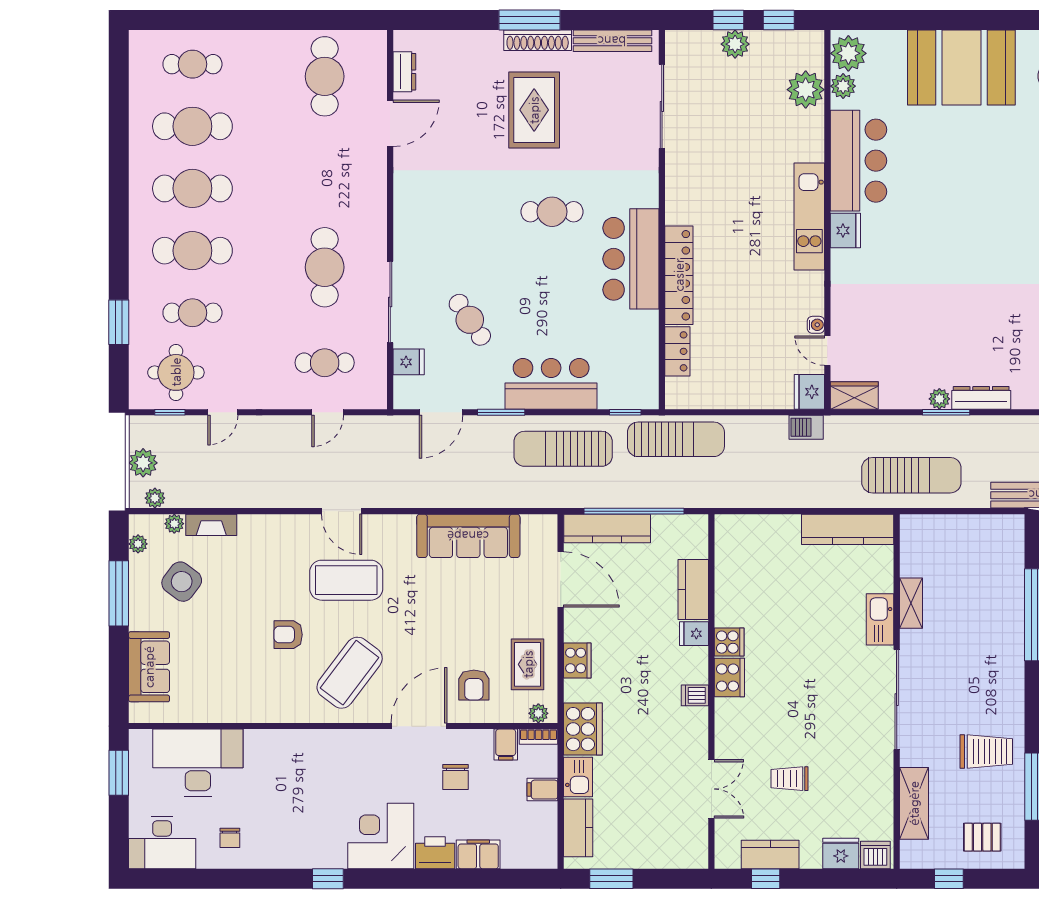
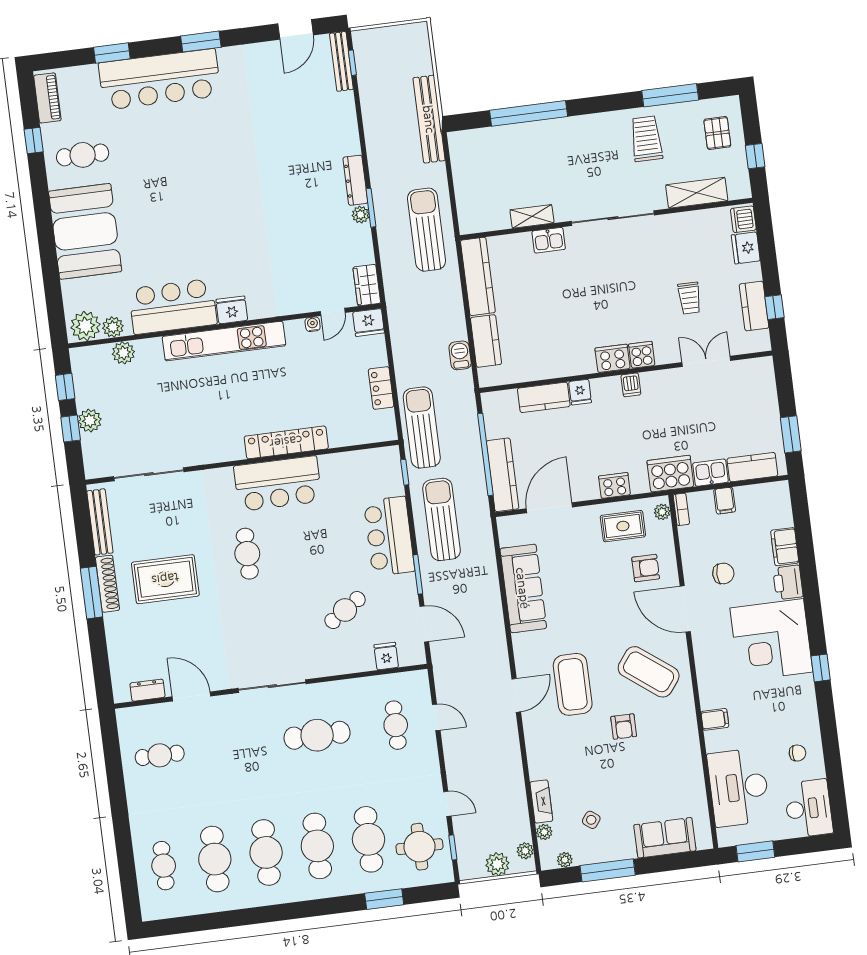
cafe table: (325, 76) -> (160, 755), width x0.73, depth x0.74
plant: (806, 90) -> (123, 353), width x0.73, depth x0.73
kitchen unit: (809, 216) -> (224, 341), width x1.36
sliding door: (390, 302) -> (272, 686), moved
cafe table: (192, 313) -> (368, 839), width x1.37, depth x1.35
locker: (677, 351) -> (381, 388), moved, turned -90
barbecue: (806, 427) -> (460, 355), moved, turned 180
sun lounger: (563, 449) -> (442, 519), turned 180
kitchen counter: (769, 529) -> (486, 341), added
side table: (182, 582) -> (591, 820), width x0.54, depth x0.54
kitchen sink: (880, 619) -> (549, 240), width x0.73
cooker: (729, 642) -> (642, 355), moved
filing cabinet: (506, 745) -> (715, 719), moved
corner desk: (381, 836) -> (771, 640), width x1.36, depth x1.36

